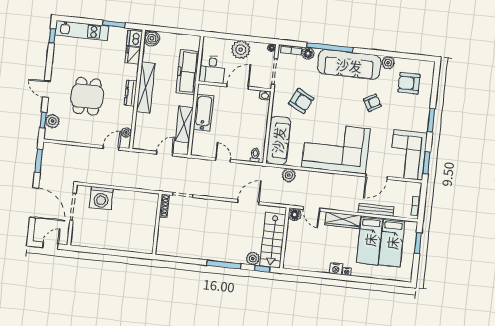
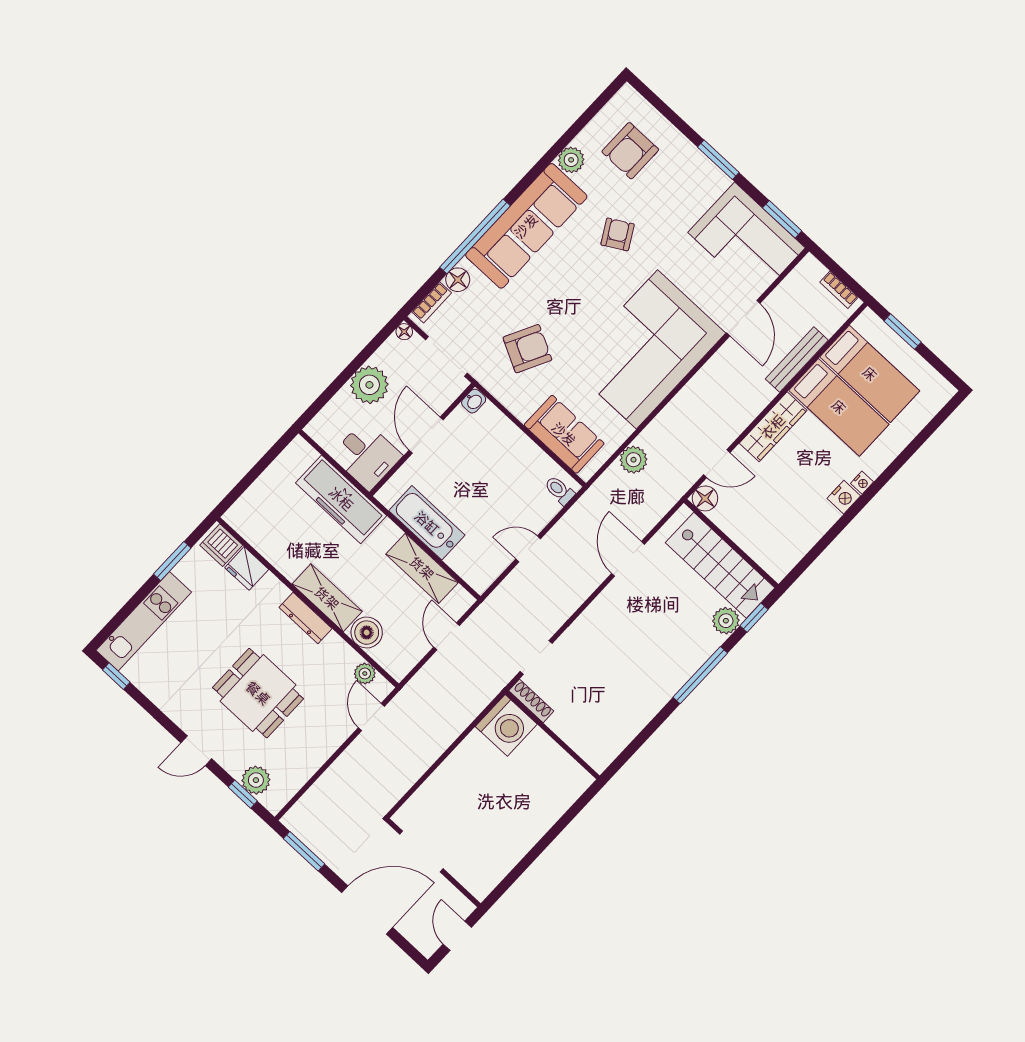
boiler: (152, 38) -> (367, 633), moved
shelving: (146, 87) -> (327, 598), width x0.68
sofa: (278, 140) -> (564, 434), width x0.73
washing machine: (101, 198) -> (506, 725), moved

